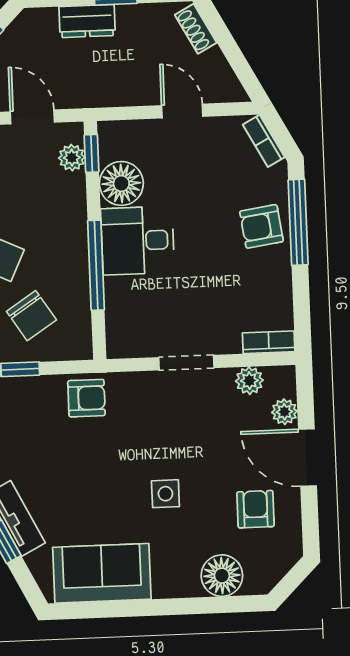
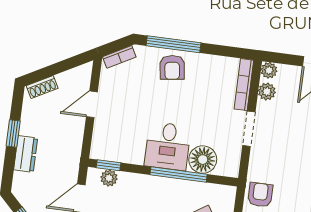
floor lamp: (121, 183) -> (203, 160), moved
bookcase: (269, 342) -> (244, 85), width x1.56
plant: (284, 412) -> (269, 70), moved

